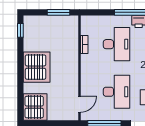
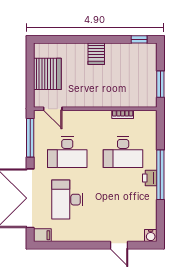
server rack: (37, 67) -> (96, 54), width x0.46, depth x0.70
server rack: (35, 107) -> (47, 74), moved, turned -90

